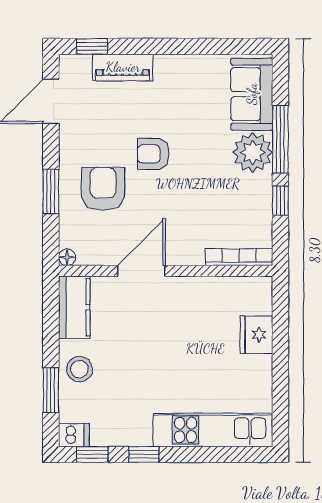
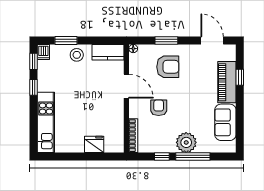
window: (92, 46) -> (240, 77), moved
piano: (123, 67) -> (227, 82), width x1.37, depth x1.33
sofa: (252, 94) -> (225, 122), moved, turned -90
armchair: (153, 154) -> (159, 108), moved

